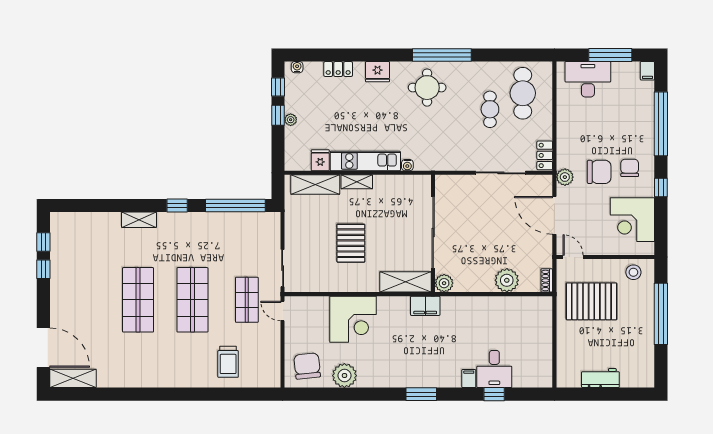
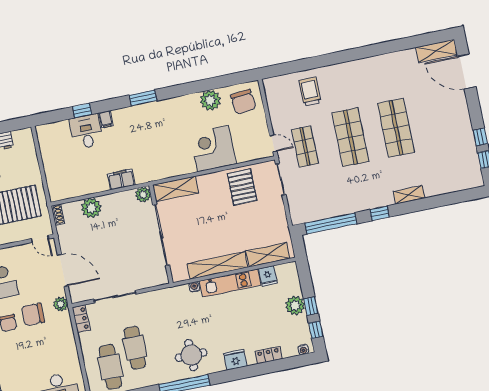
cafe table: (490, 109) -> (135, 348), width x1.37, depth x1.35
plant: (291, 120) -> (295, 305), width x1.87, depth x1.87
shelving: (357, 182) -> (217, 265), width x2.20, depth x1.33
pallet: (351, 243) -> (242, 187), moved
filing cabinet: (425, 306) -> (121, 179), moved

